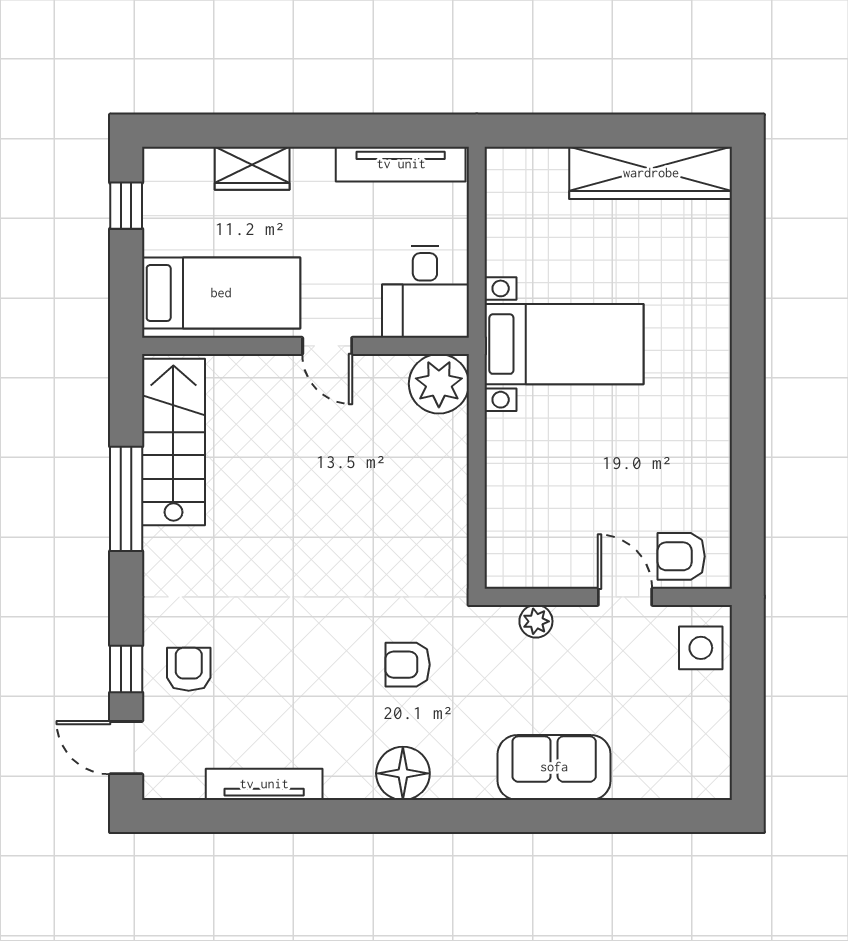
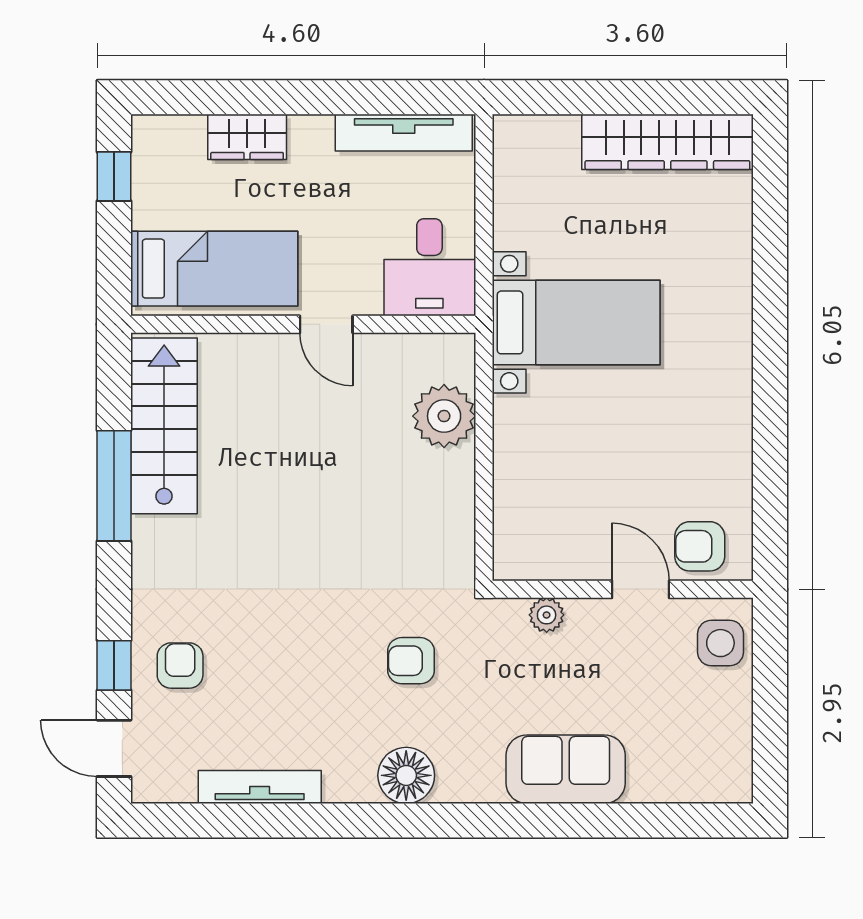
plant: (439, 384) -> (444, 416), moved

